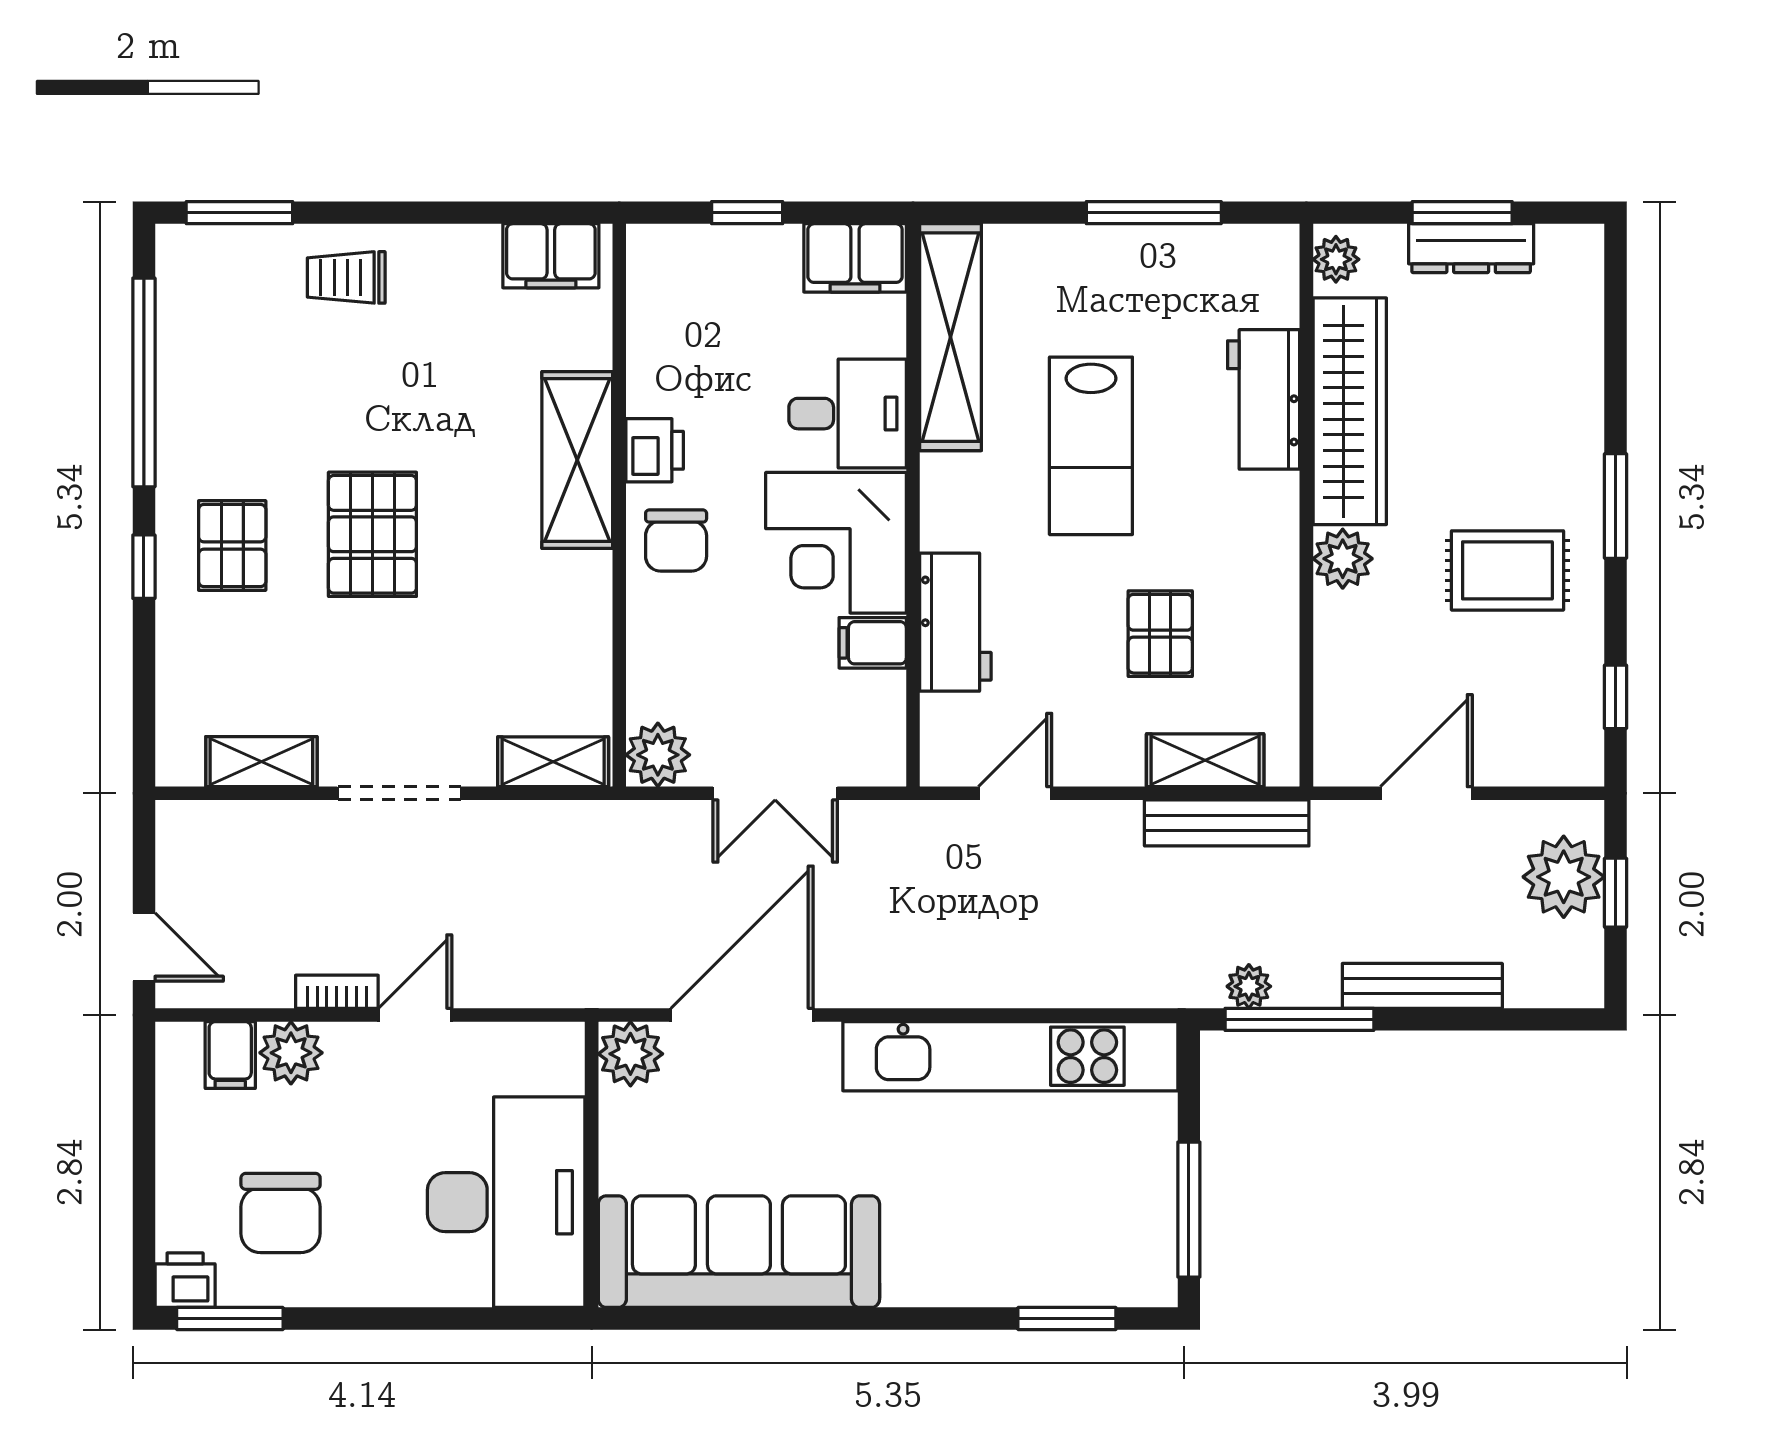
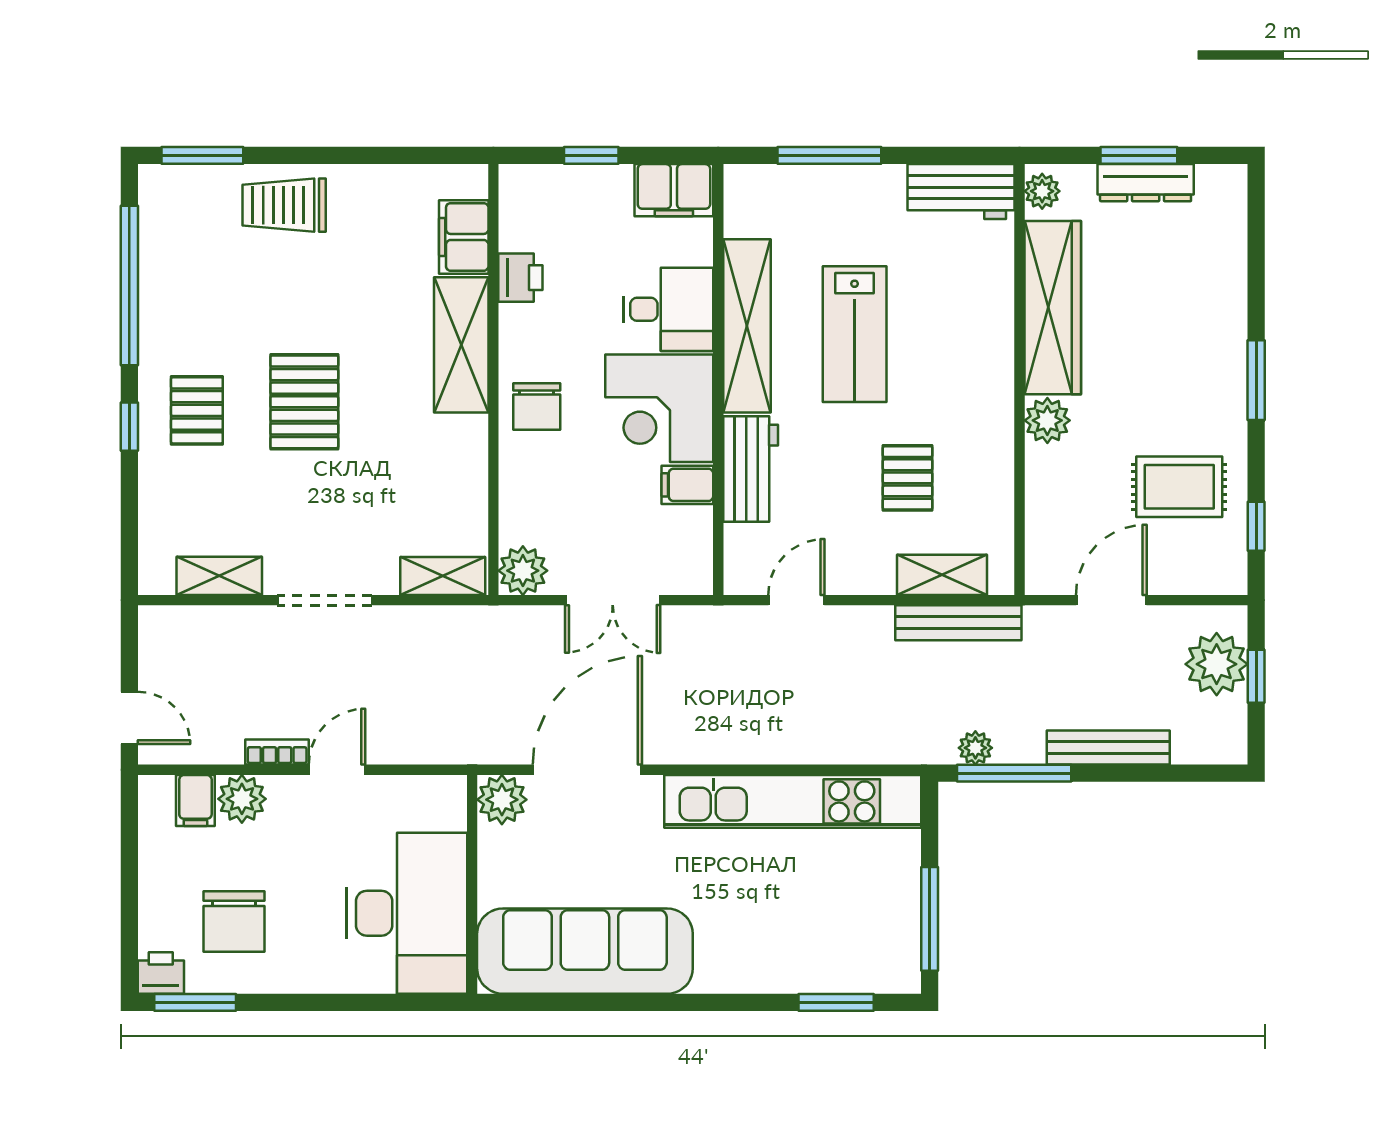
window: (1154, 213) -> (829, 155), moved
filing cabinet: (551, 256) -> (464, 237), moved, turned 90
trolley: (346, 277) -> (284, 205), width x1.36, depth x1.39
shelving: (951, 337) -> (747, 326), moved
workbench: (1264, 399) -> (961, 192), moved, turned -90
printer: (655, 450) -> (520, 278), moved
rug: (1507, 570) -> (1179, 487), moved

